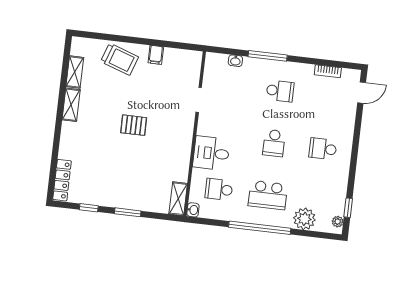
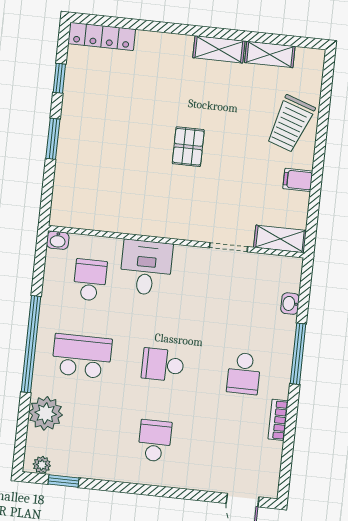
bookcase: (328, 71) -> (278, 420), moved
school desk: (268, 195) -> (82, 356), turned 90
shelving: (178, 199) -> (280, 239), moved

